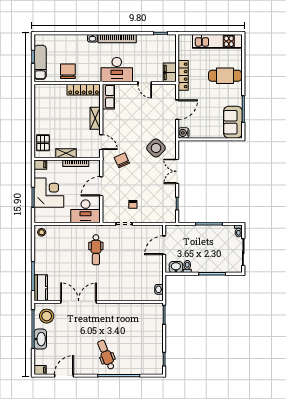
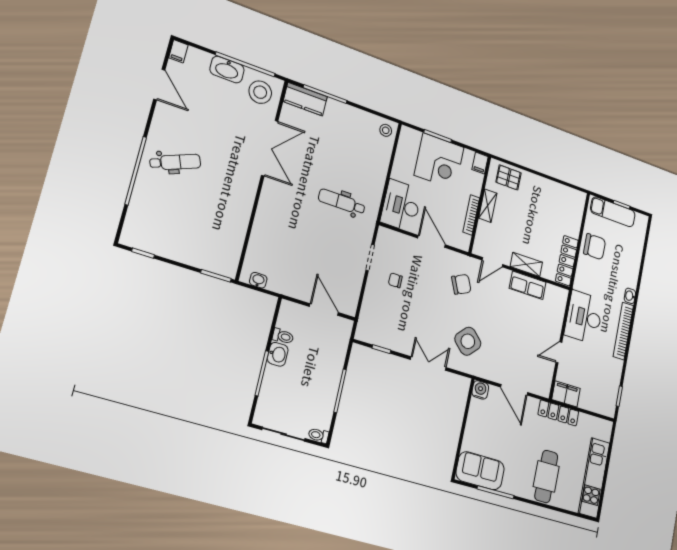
row of seats: (108, 97) -> (528, 285), moved
washbasin: (176, 267) -> (278, 354), moved

